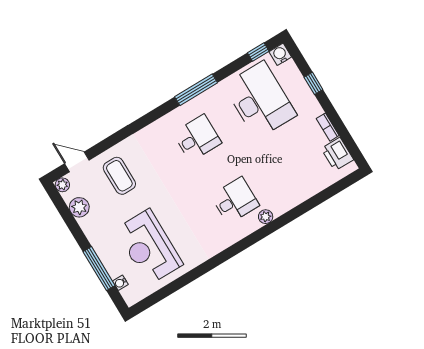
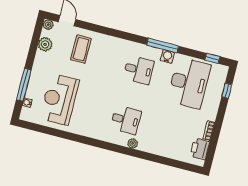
water cooler: (280, 54) -> (167, 56), moved
window: (313, 83) -> (227, 91), moved

